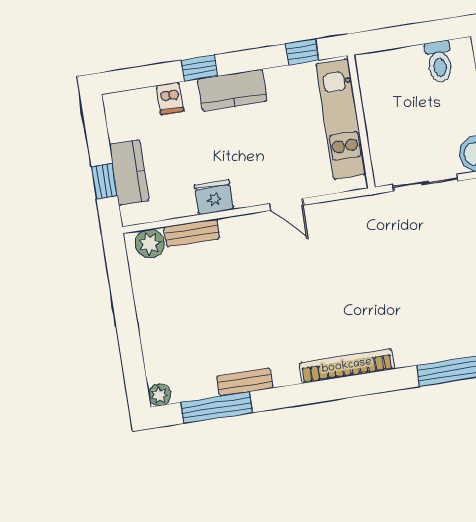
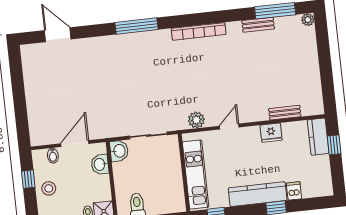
kitchen counter: (232, 90) -> (258, 194), width x1.50
kitchen counter: (129, 173) -> (318, 137), moved
door: (287, 204) -> (229, 127), hinge flipped
plant: (150, 244) -> (196, 120), moved

